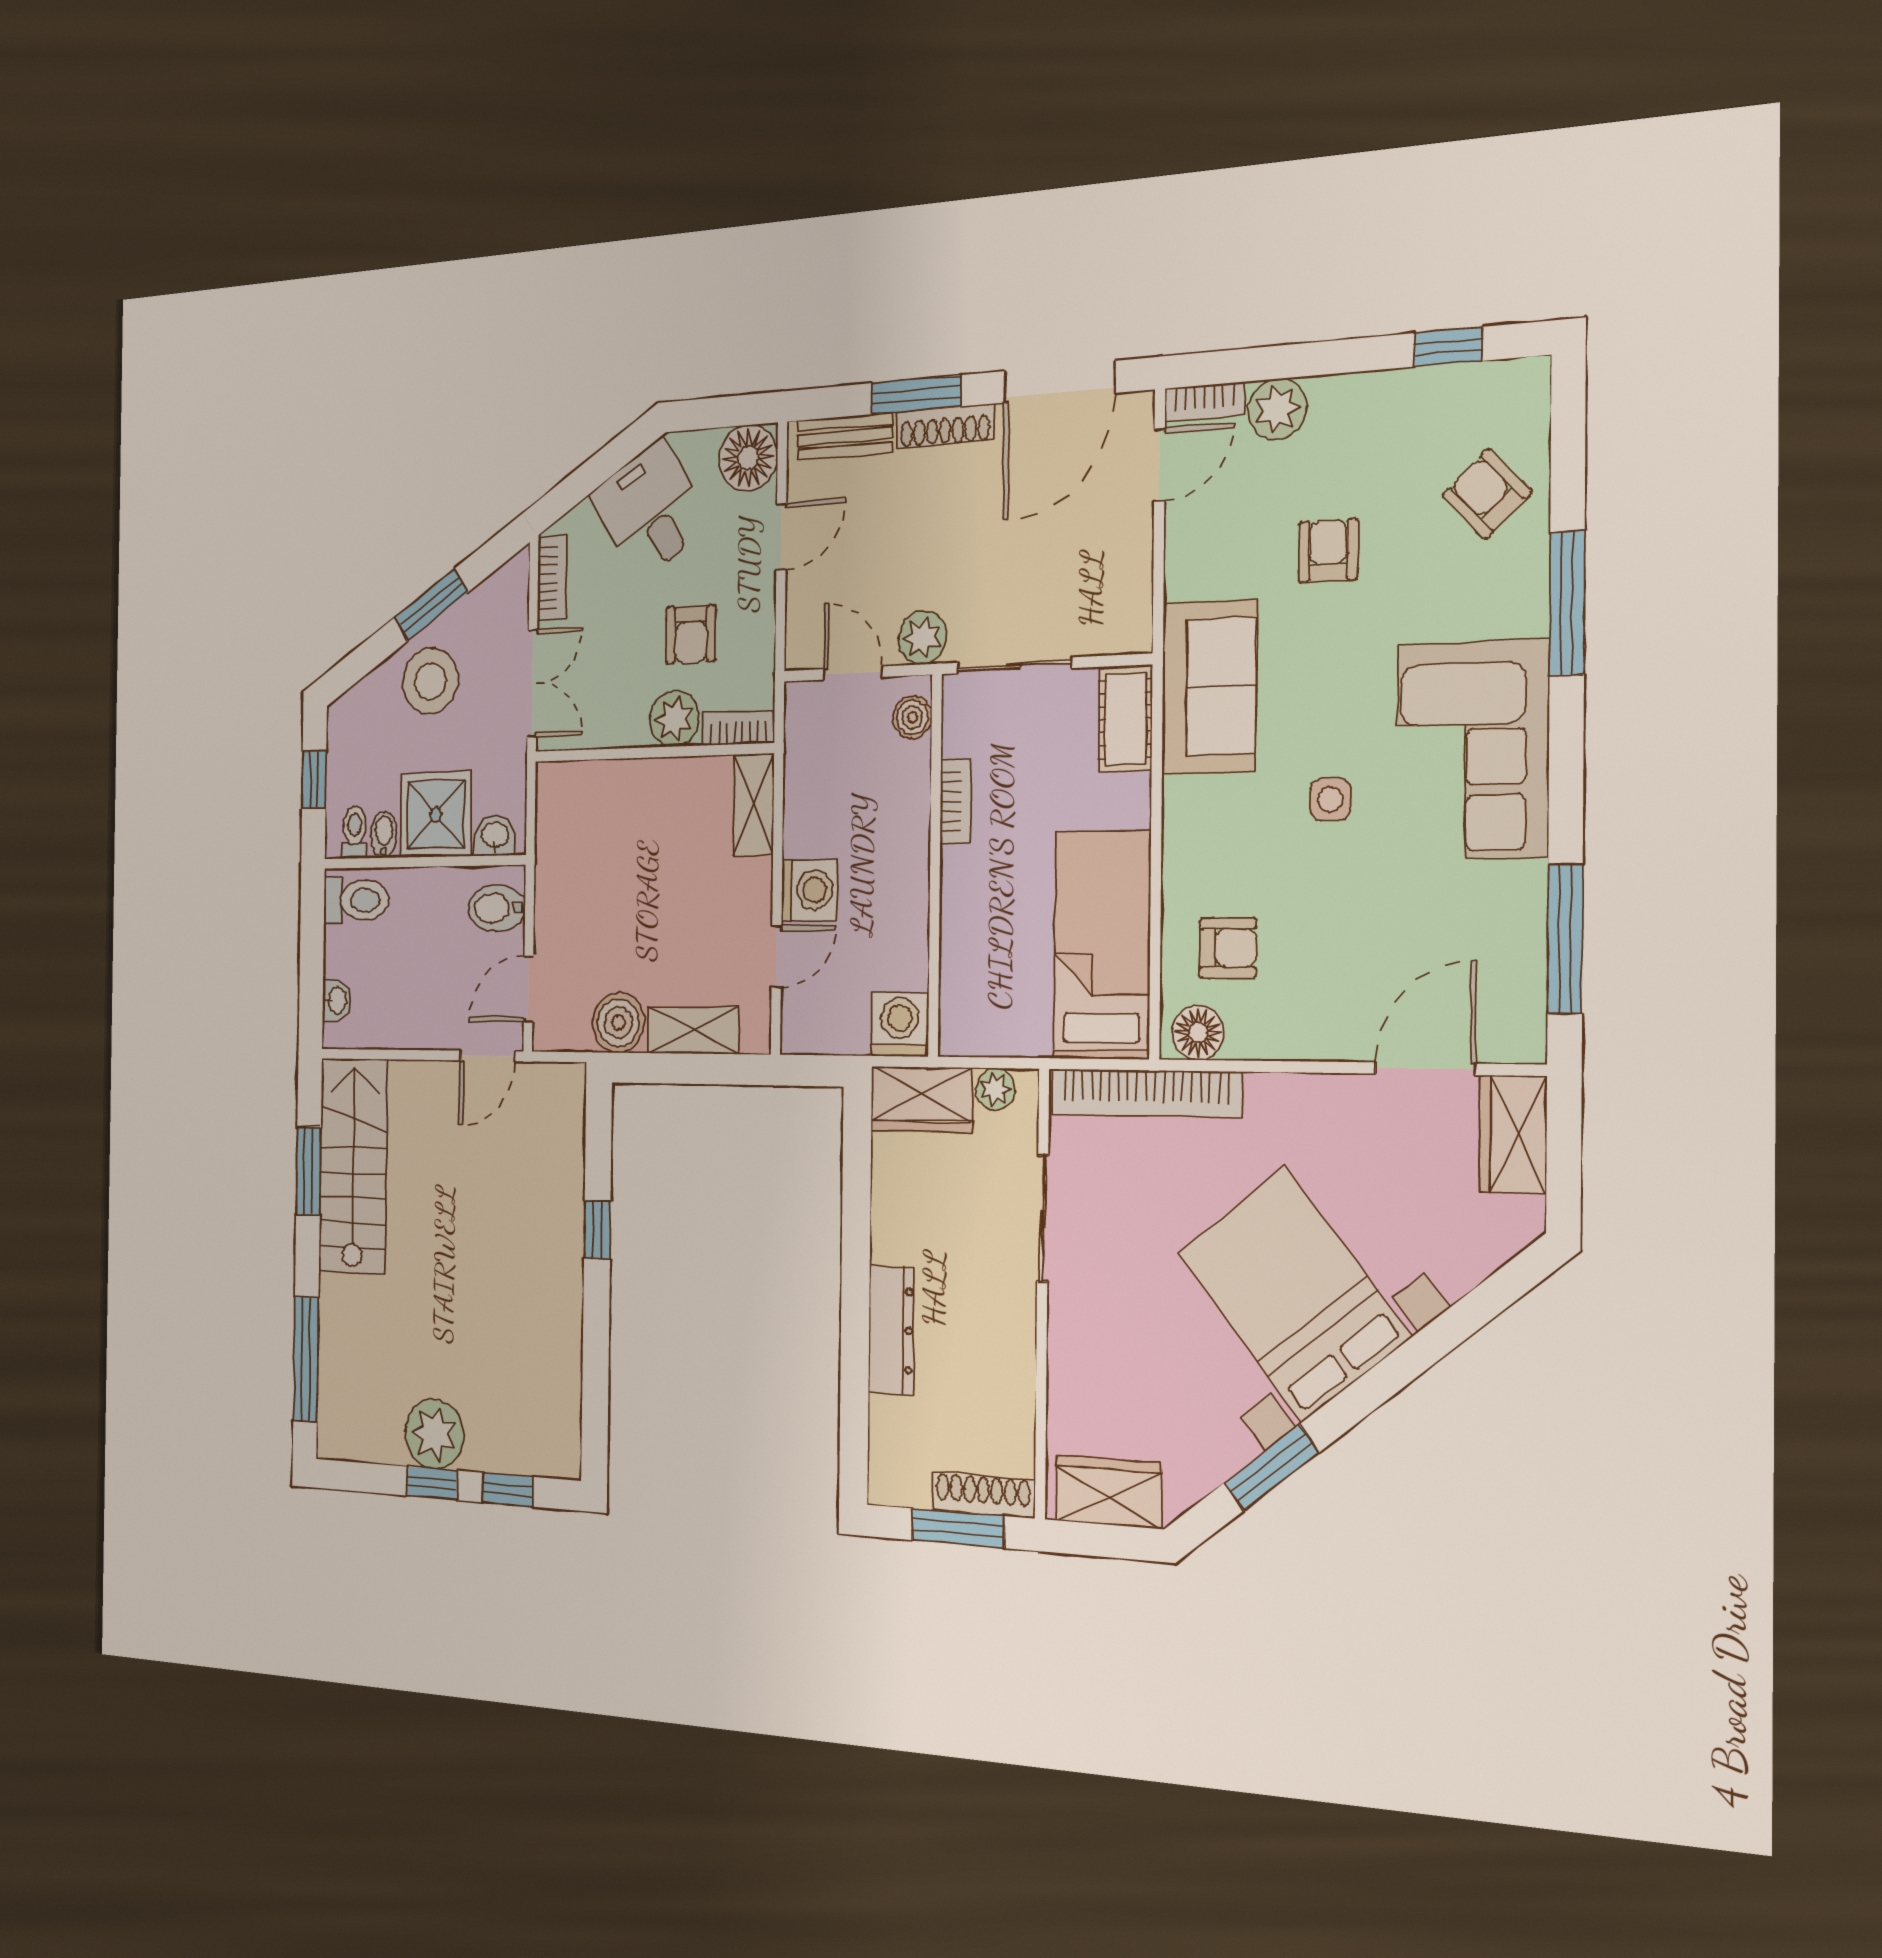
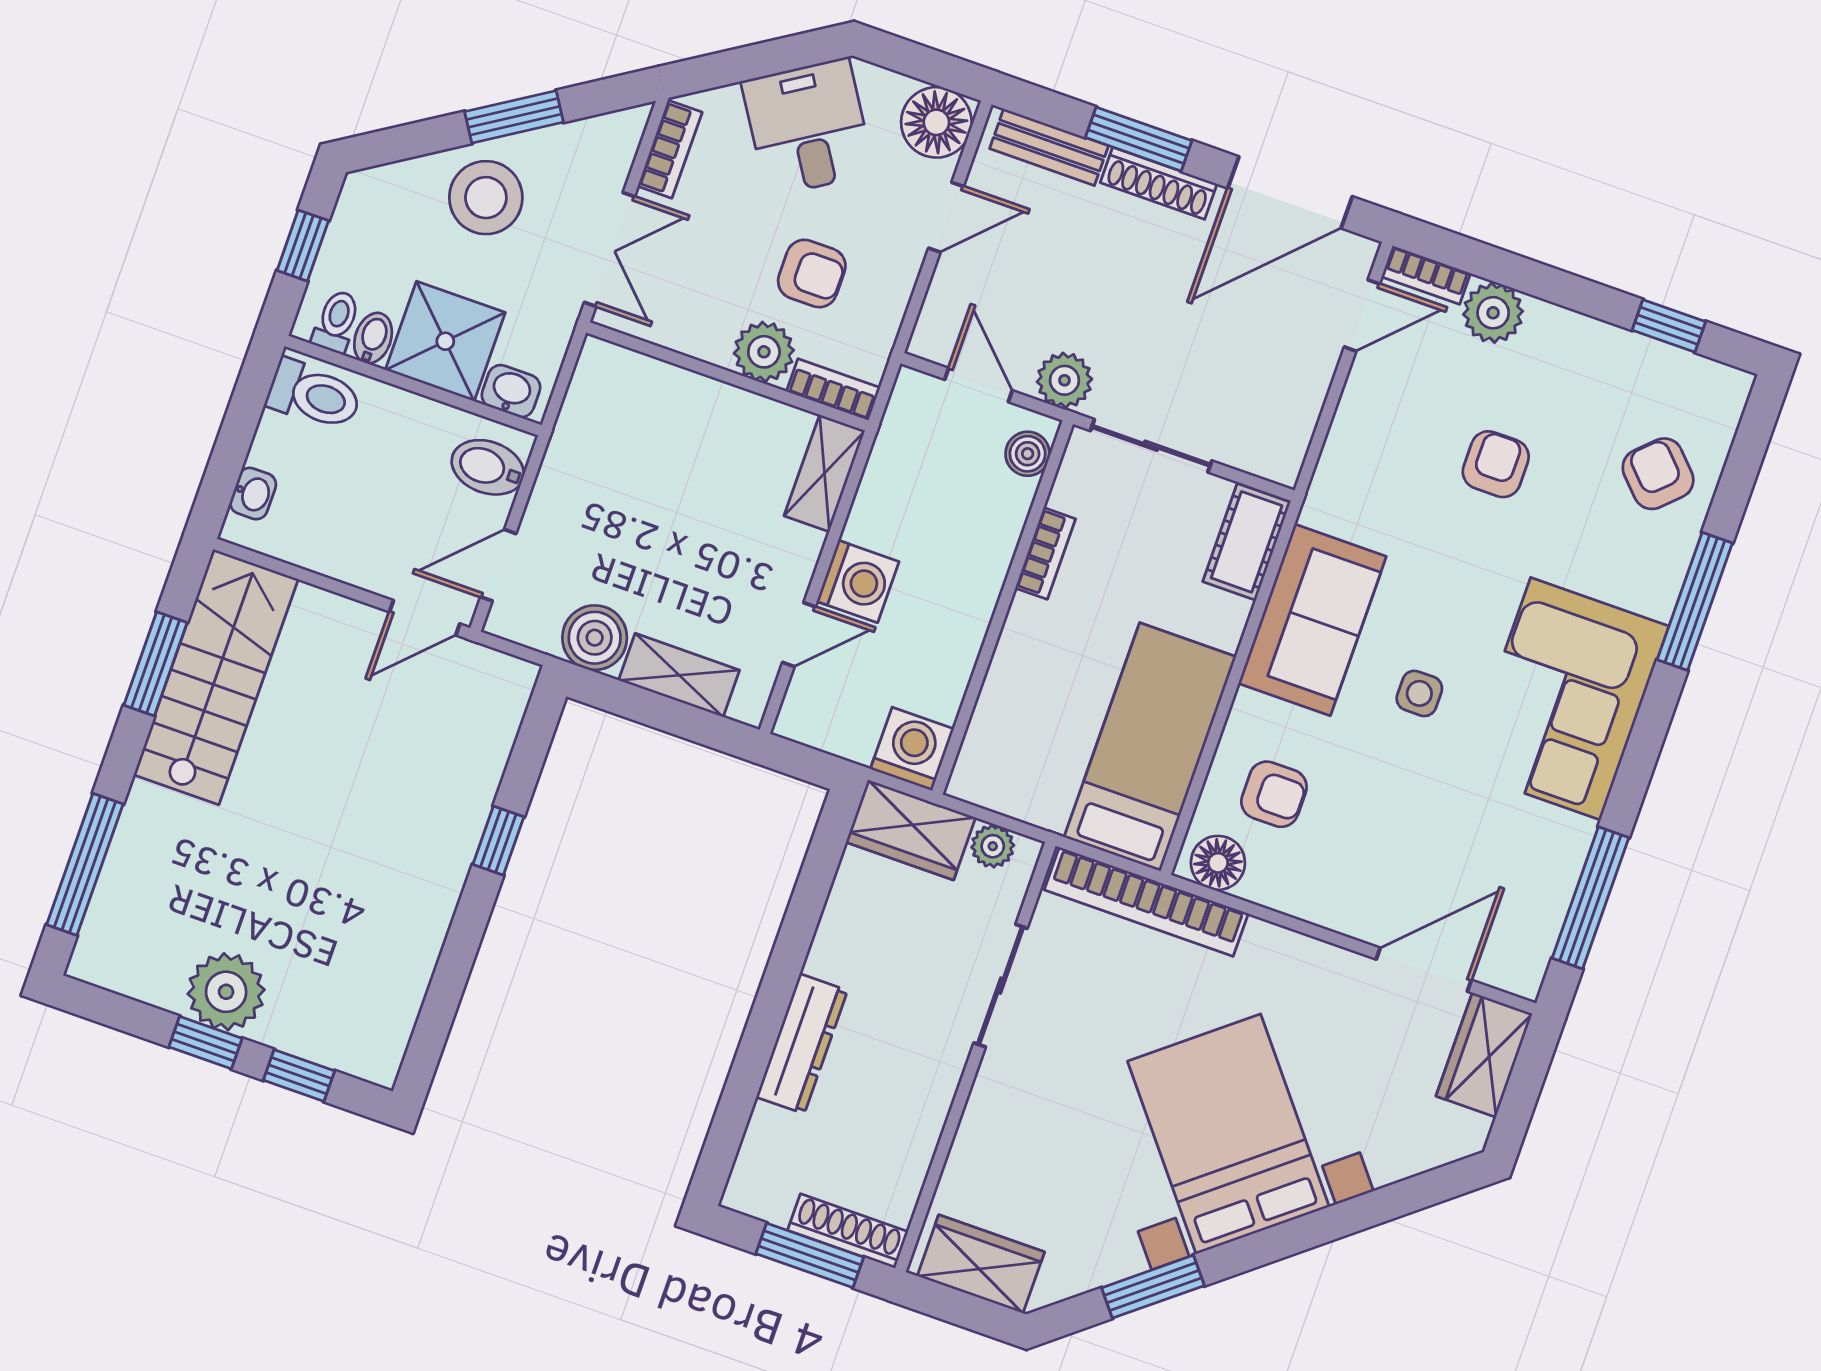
armchair: (691, 634) -> (812, 273), turned -90
sofa: (1209, 687) -> (1312, 620), moved

